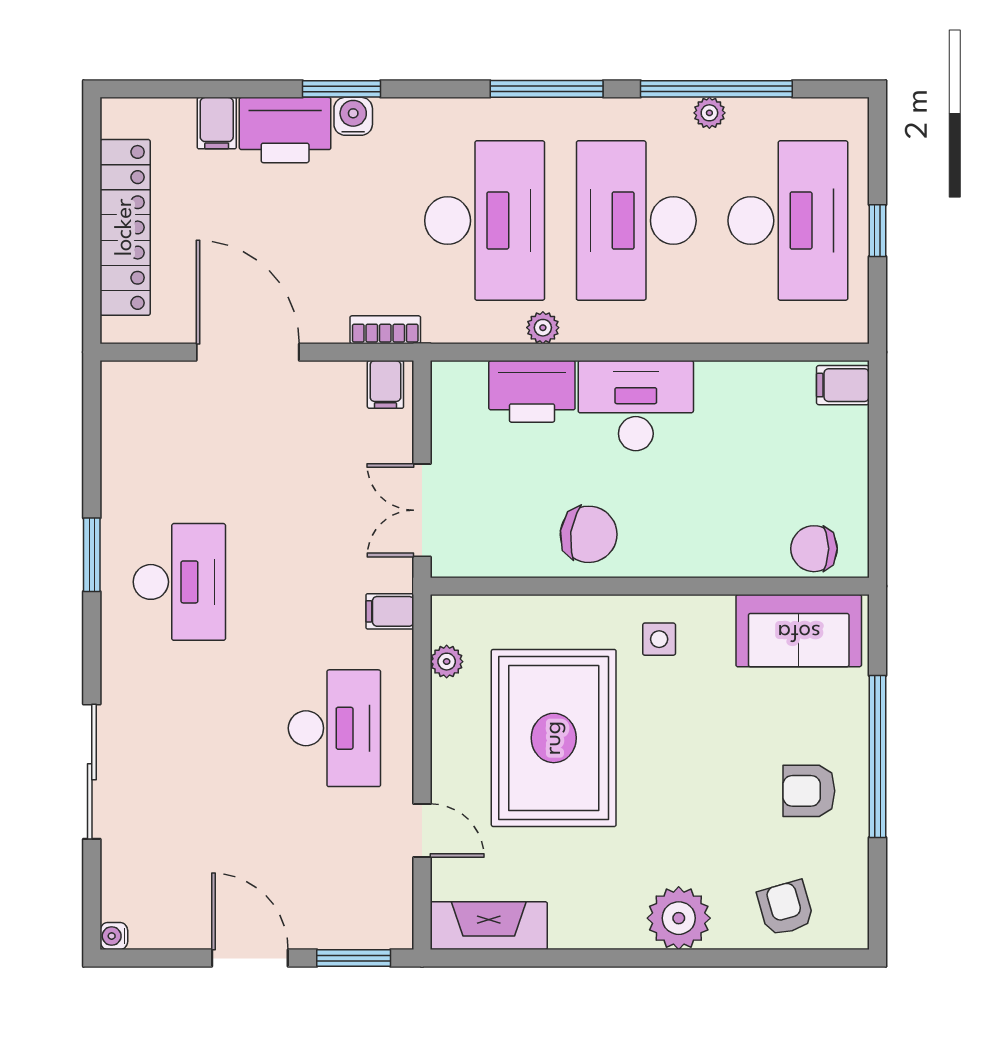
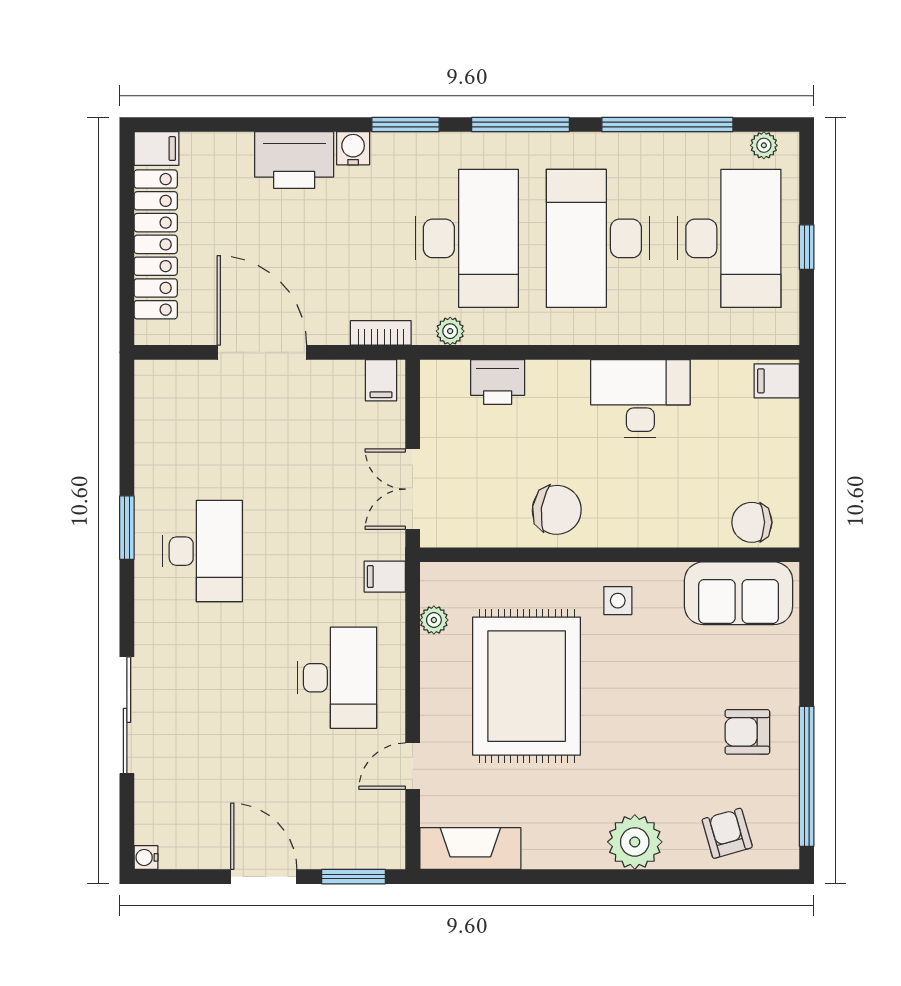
window: (341, 89) -> (406, 125), moved
plant: (709, 113) -> (764, 145), moved
filing cabinet: (217, 123) -> (157, 149), moved, turned -90
plant: (543, 328) -> (450, 331), moved
printer: (532, 391) -> (498, 382), width x0.73, depth x0.84
desk: (636, 406) -> (640, 399), moved
window: (877, 756) -> (807, 776), moved
door: (422, 831) -> (413, 766), swing flipped

